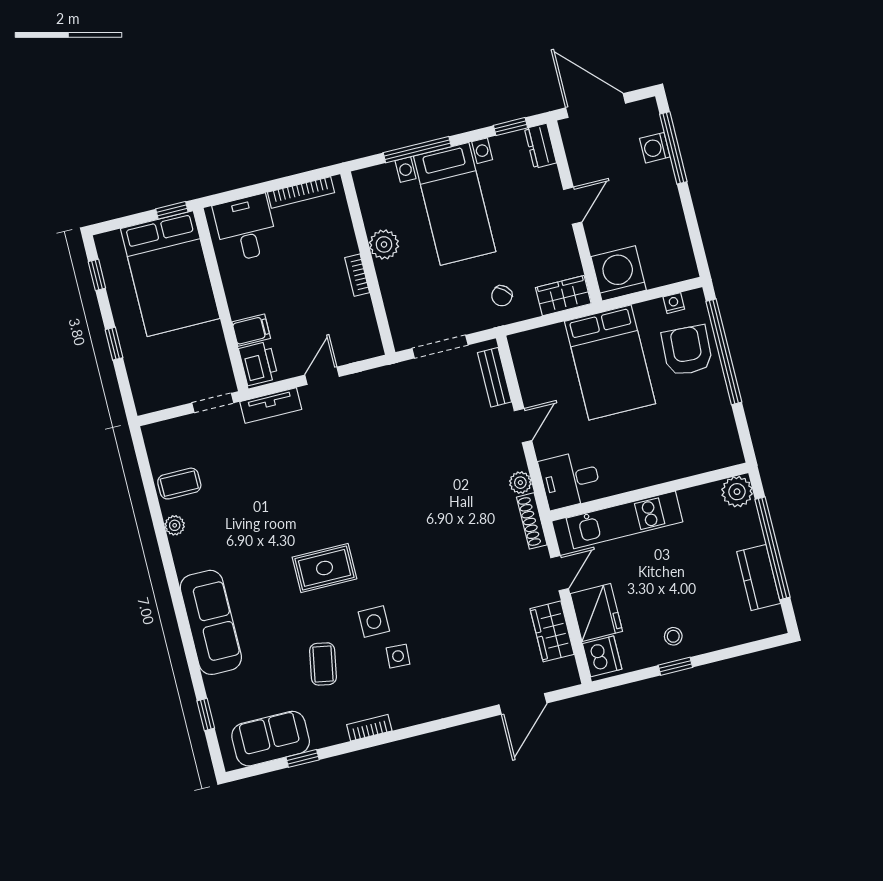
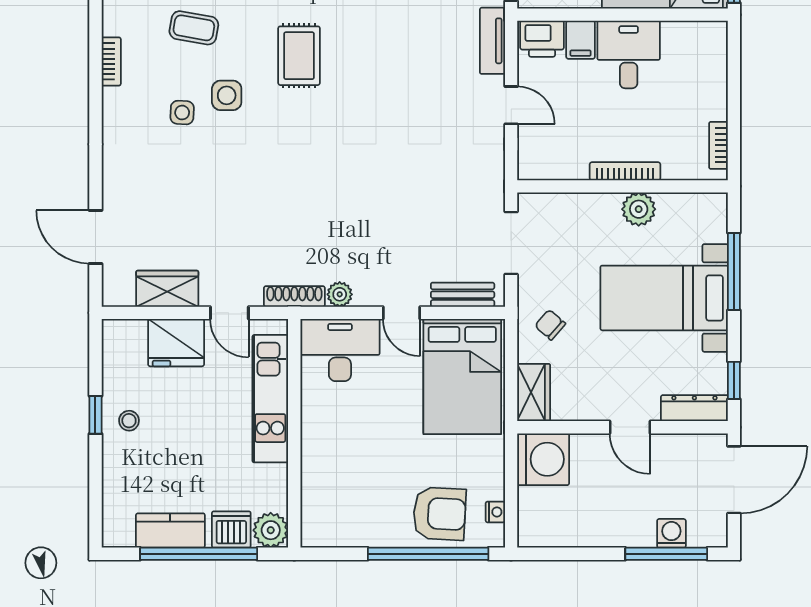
dresser: (540, 146) -> (694, 408), width x1.44
bookcase: (301, 192) -> (718, 145), width x0.64
desk: (246, 228) -> (629, 54), moved, turned -90
bookcase: (357, 275) -> (625, 171), width x1.56
bed: (610, 362) -> (462, 377), moved, turned -90
desk: (570, 480) -> (340, 350), width x1.37
dishwasher: (602, 656) -> (231, 530), moved, turned 180

